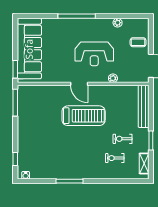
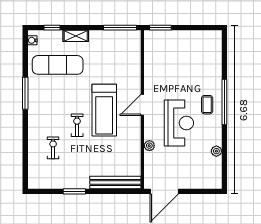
coffee table: (138, 42) -> (207, 105), moved
sofa: (29, 49) -> (185, 45), removed
reception desk: (94, 54) -> (179, 123), turned 180
exercise bike: (123, 139) -> (77, 125), moved
exercise mat: (46, 154) -> (58, 65), added
shelving: (144, 163) -> (76, 36), moved

